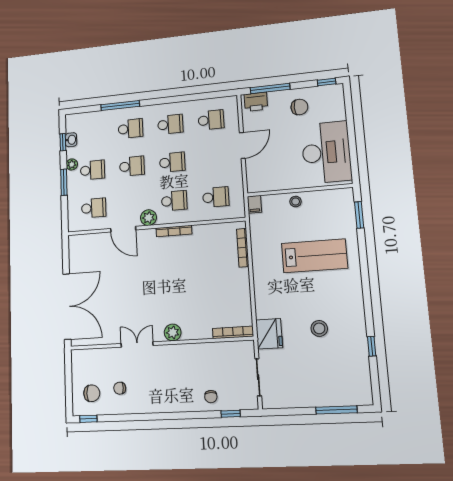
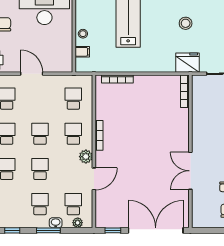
washbasin: (71, 140) -> (56, 223), moved
plant: (72, 164) -> (78, 223), moved
filing cabinet: (254, 204) -> (82, 52), moved
window: (66, 256) -> (113, 230), added
plant: (173, 332) -> (182, 141), removed
double door: (137, 344) -> (190, 171), width x1.37

